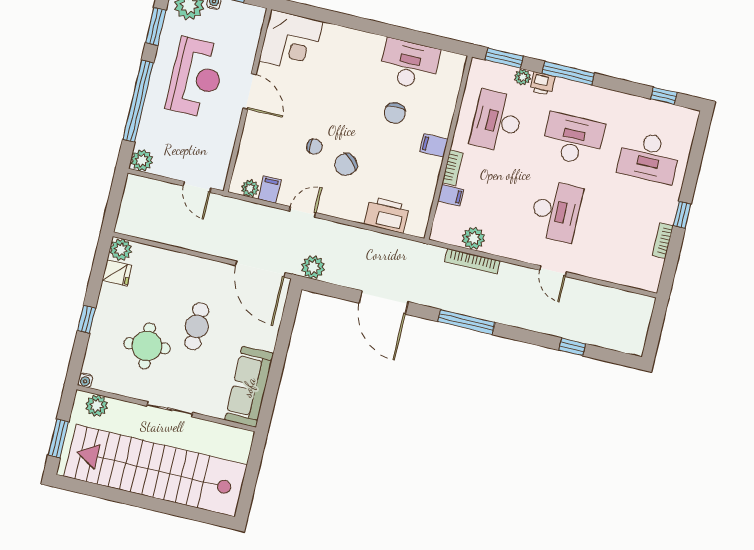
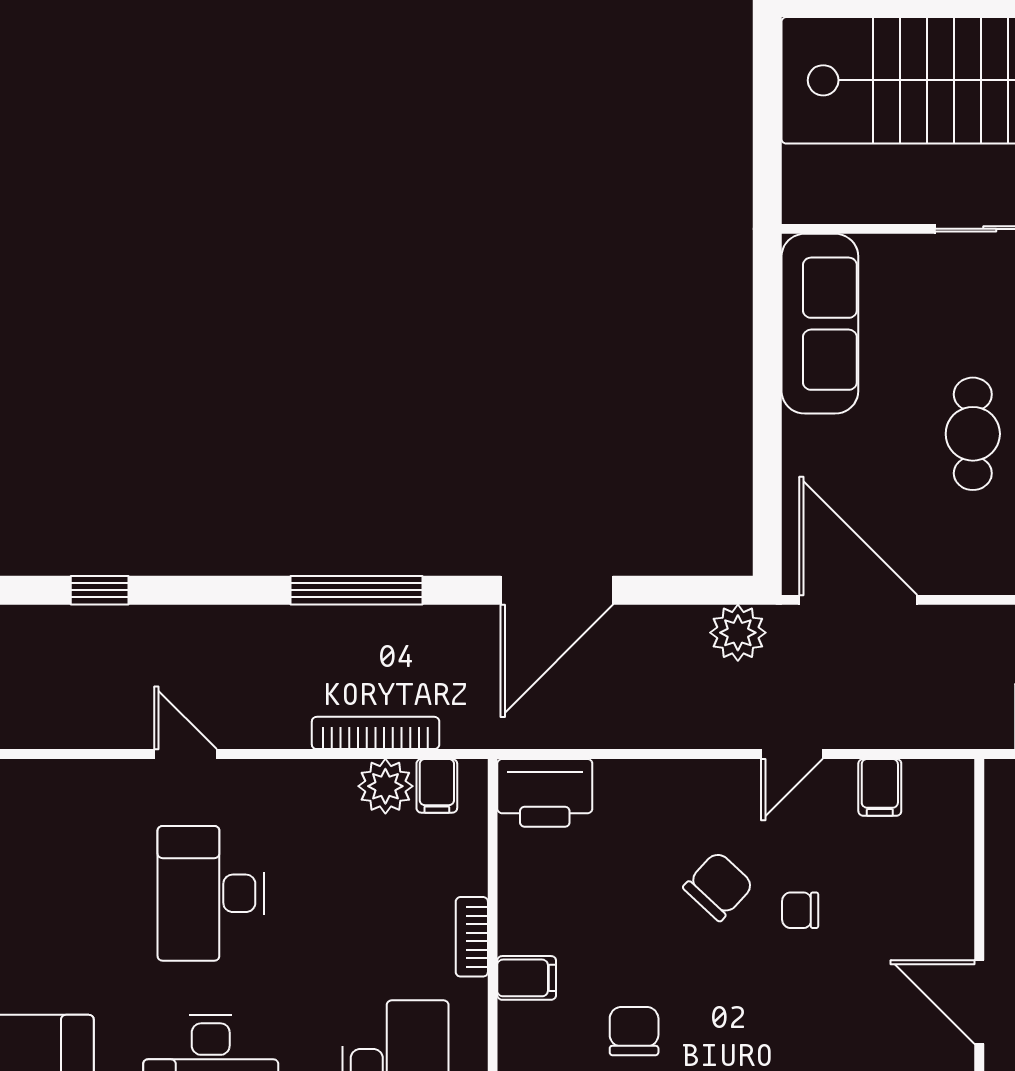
plant: (250, 188) -> (926, 779), removed
filing cabinet: (451, 195) -> (437, 786), moved, turned -90
printer: (387, 215) -> (545, 793), moved
door: (384, 302) -> (557, 590), swing flipped

